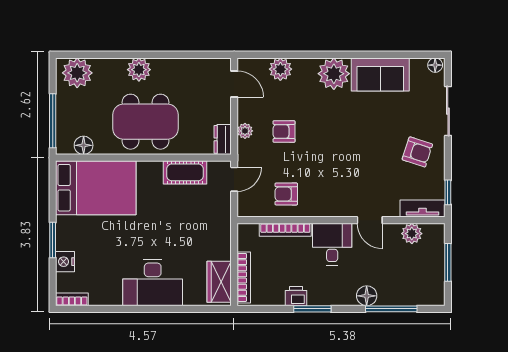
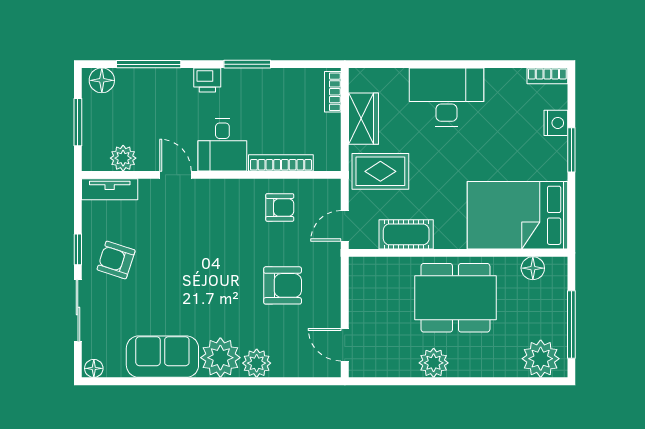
plant: (280, 69) -> (257, 363), moved
plant: (139, 70) -> (434, 363), moved
window: (53, 121) -> (571, 325), moved
plant: (245, 131) -> (331, 286), removed
armchair: (284, 131) -> (283, 285), width x1.38, depth x1.38
dresser: (223, 139) -> (359, 276), removed
window: (448, 192) -> (78, 249), moved
rug: (206, 223) -> (380, 171), added
bookcase: (244, 277) -> (333, 92), width x0.64
wardrobe: (219, 282) -> (363, 119), moved
printer: (296, 296) -> (207, 80), moved
floor lamp: (367, 296) -> (102, 80), moved

